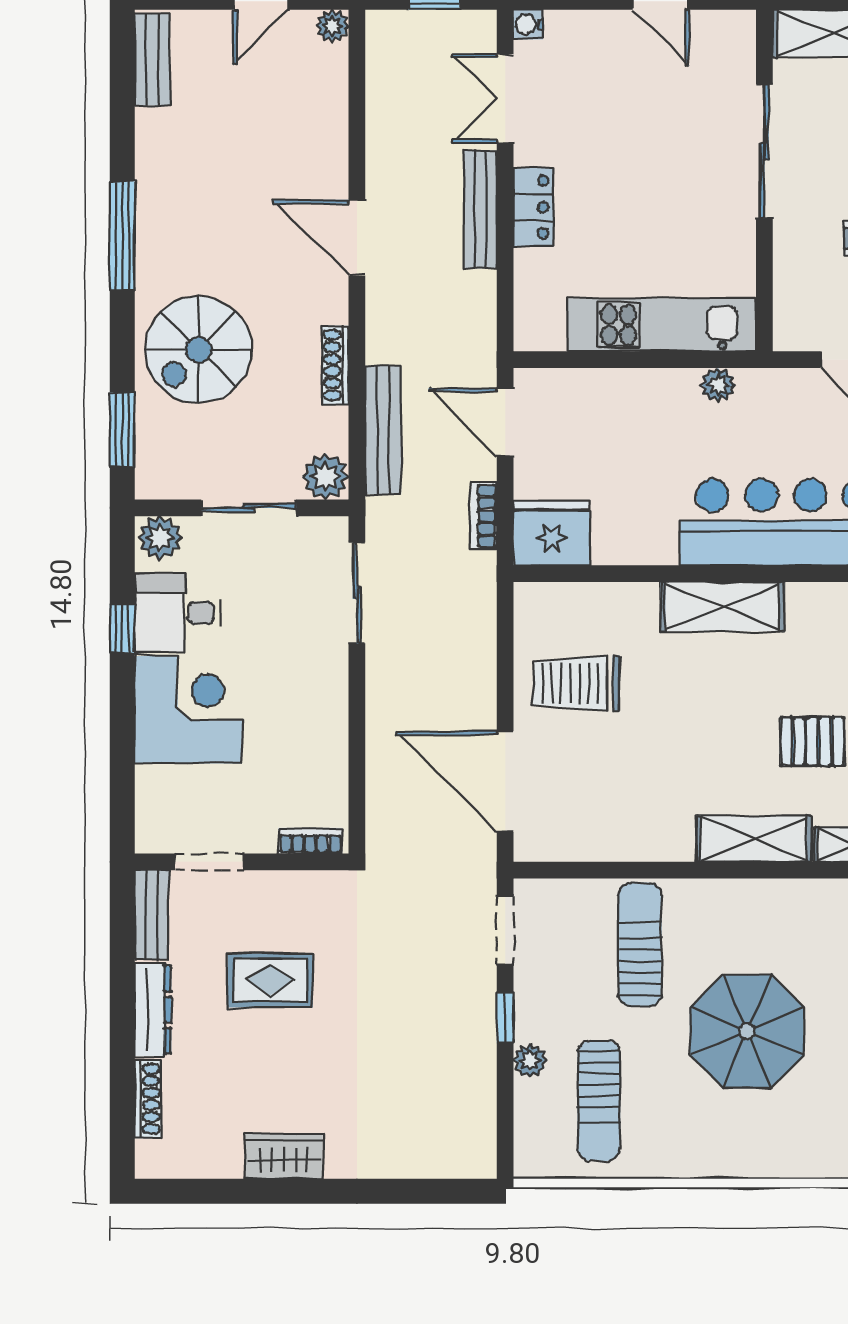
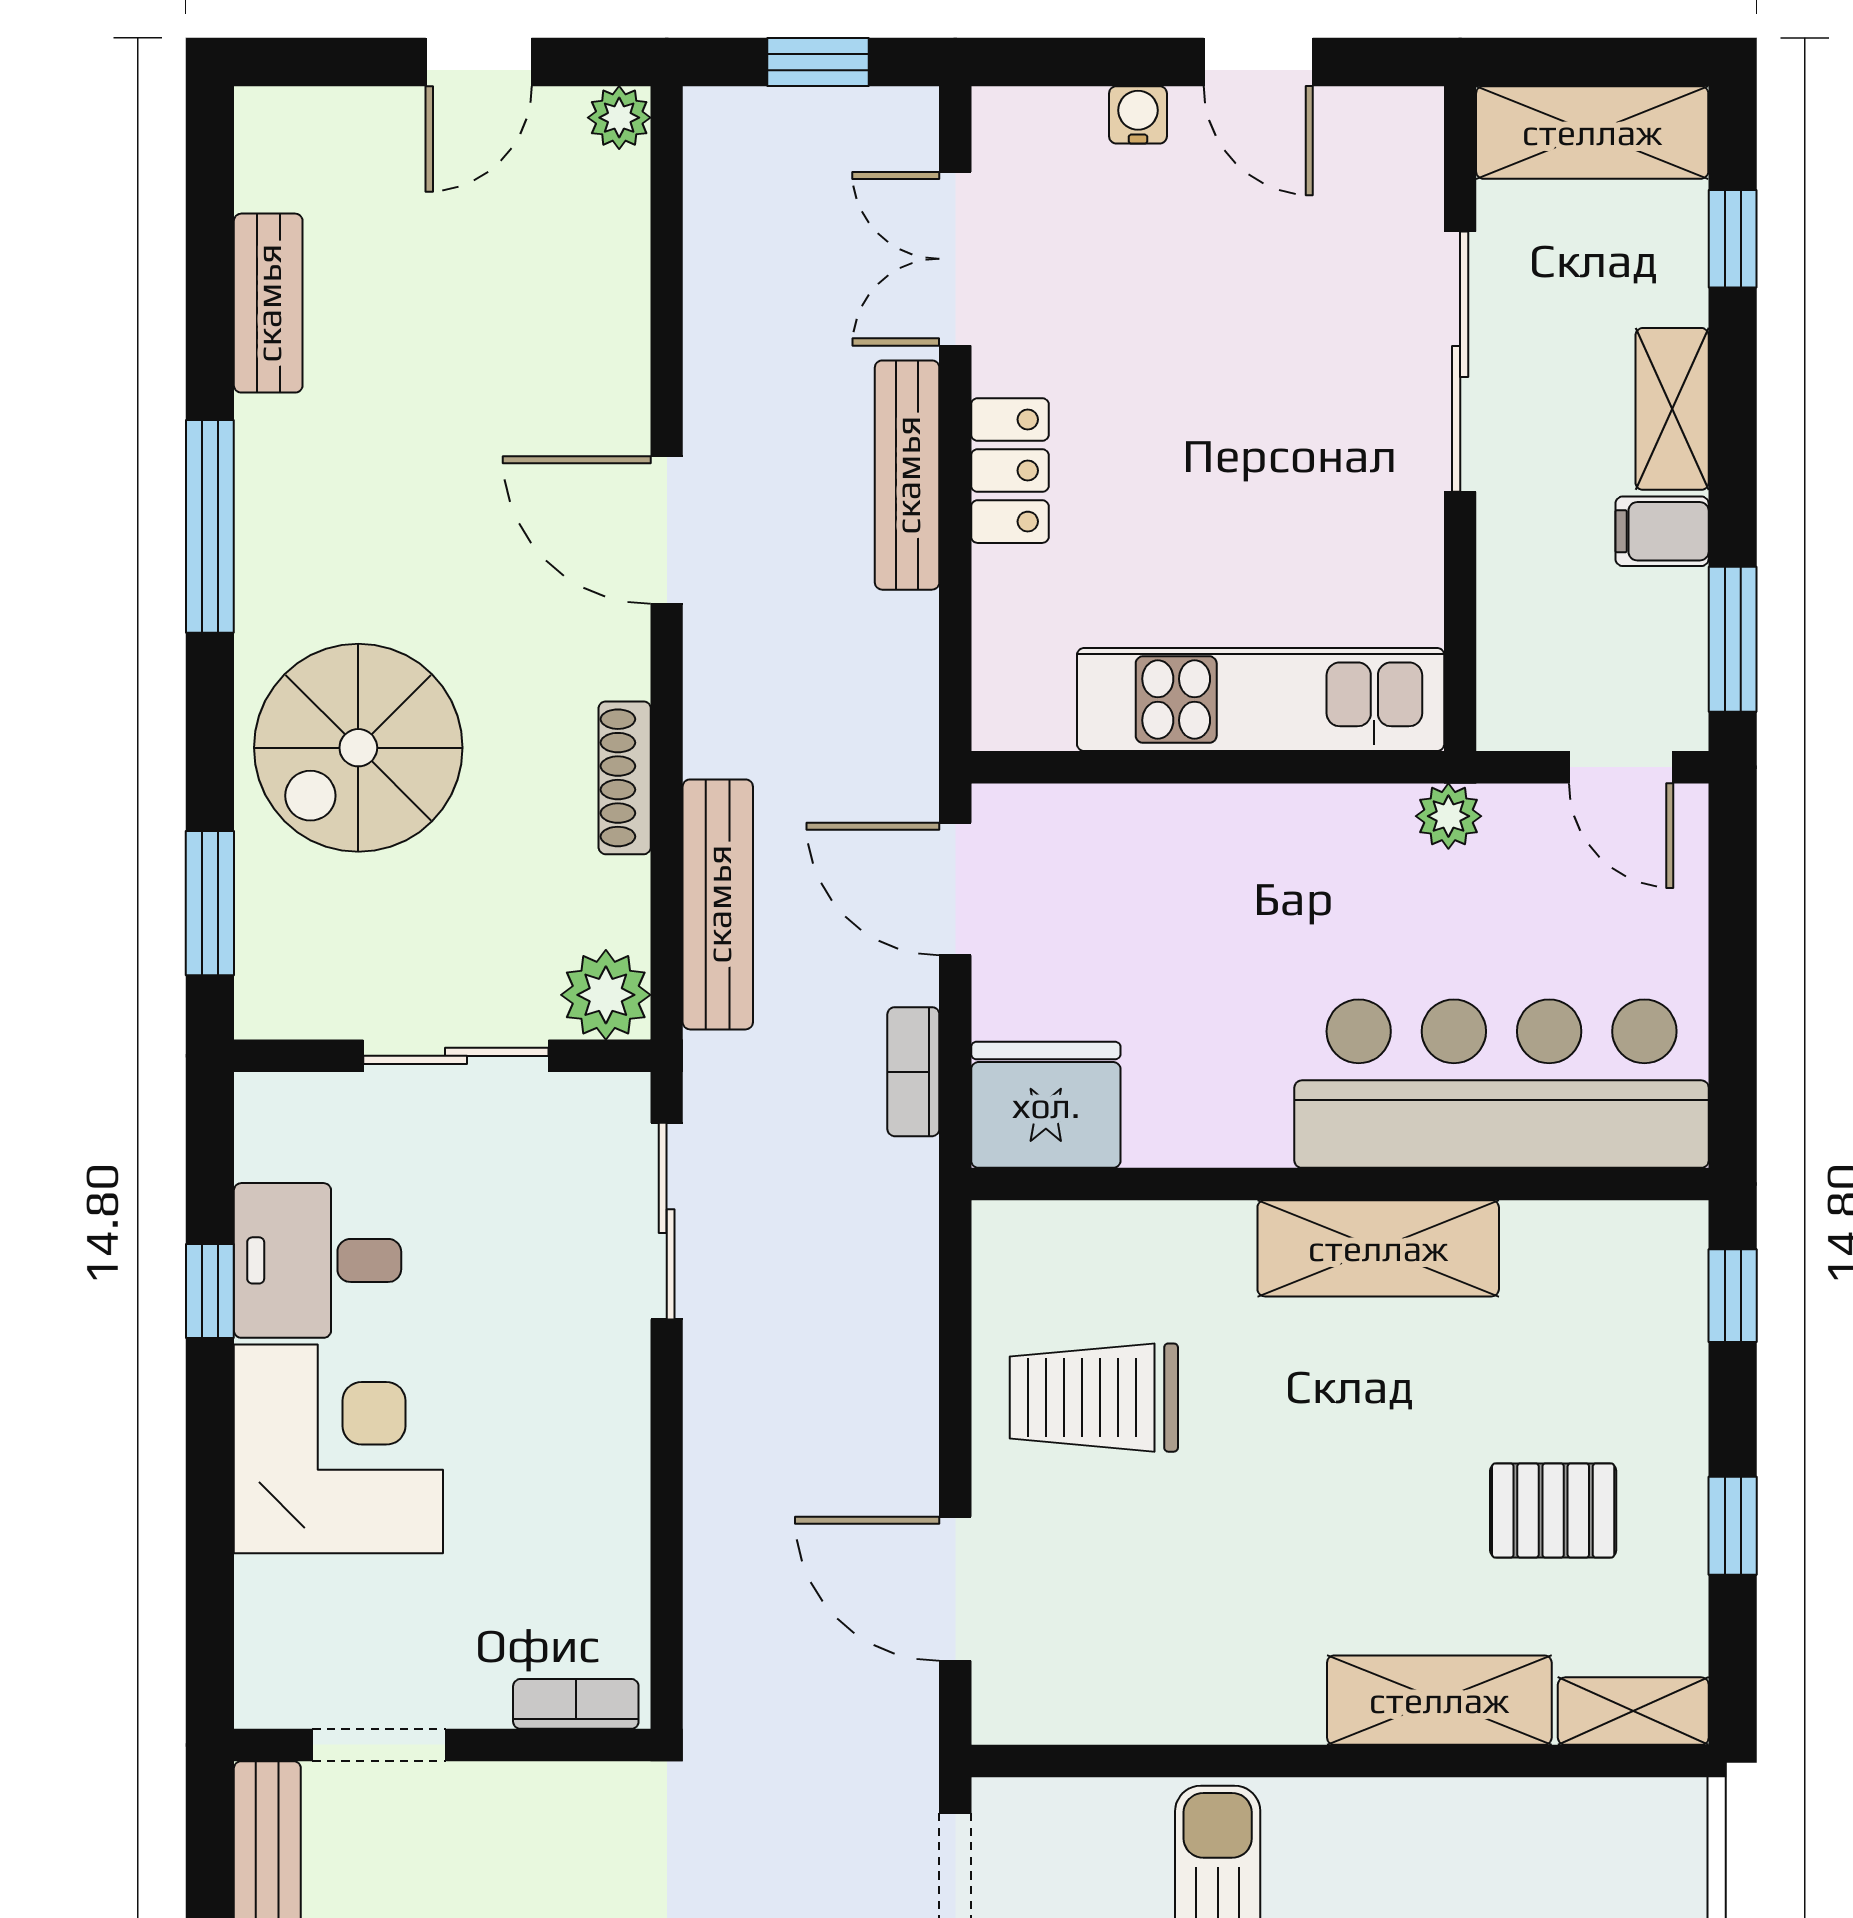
water cooler: (528, 24) -> (1138, 115), moved, turned 90
bench: (152, 60) -> (268, 303), moved
plant: (718, 385) -> (1448, 816), moved
plant: (160, 538) -> (283, 1114), removed
door: (505, 782) -> (955, 1589), width x0.73

